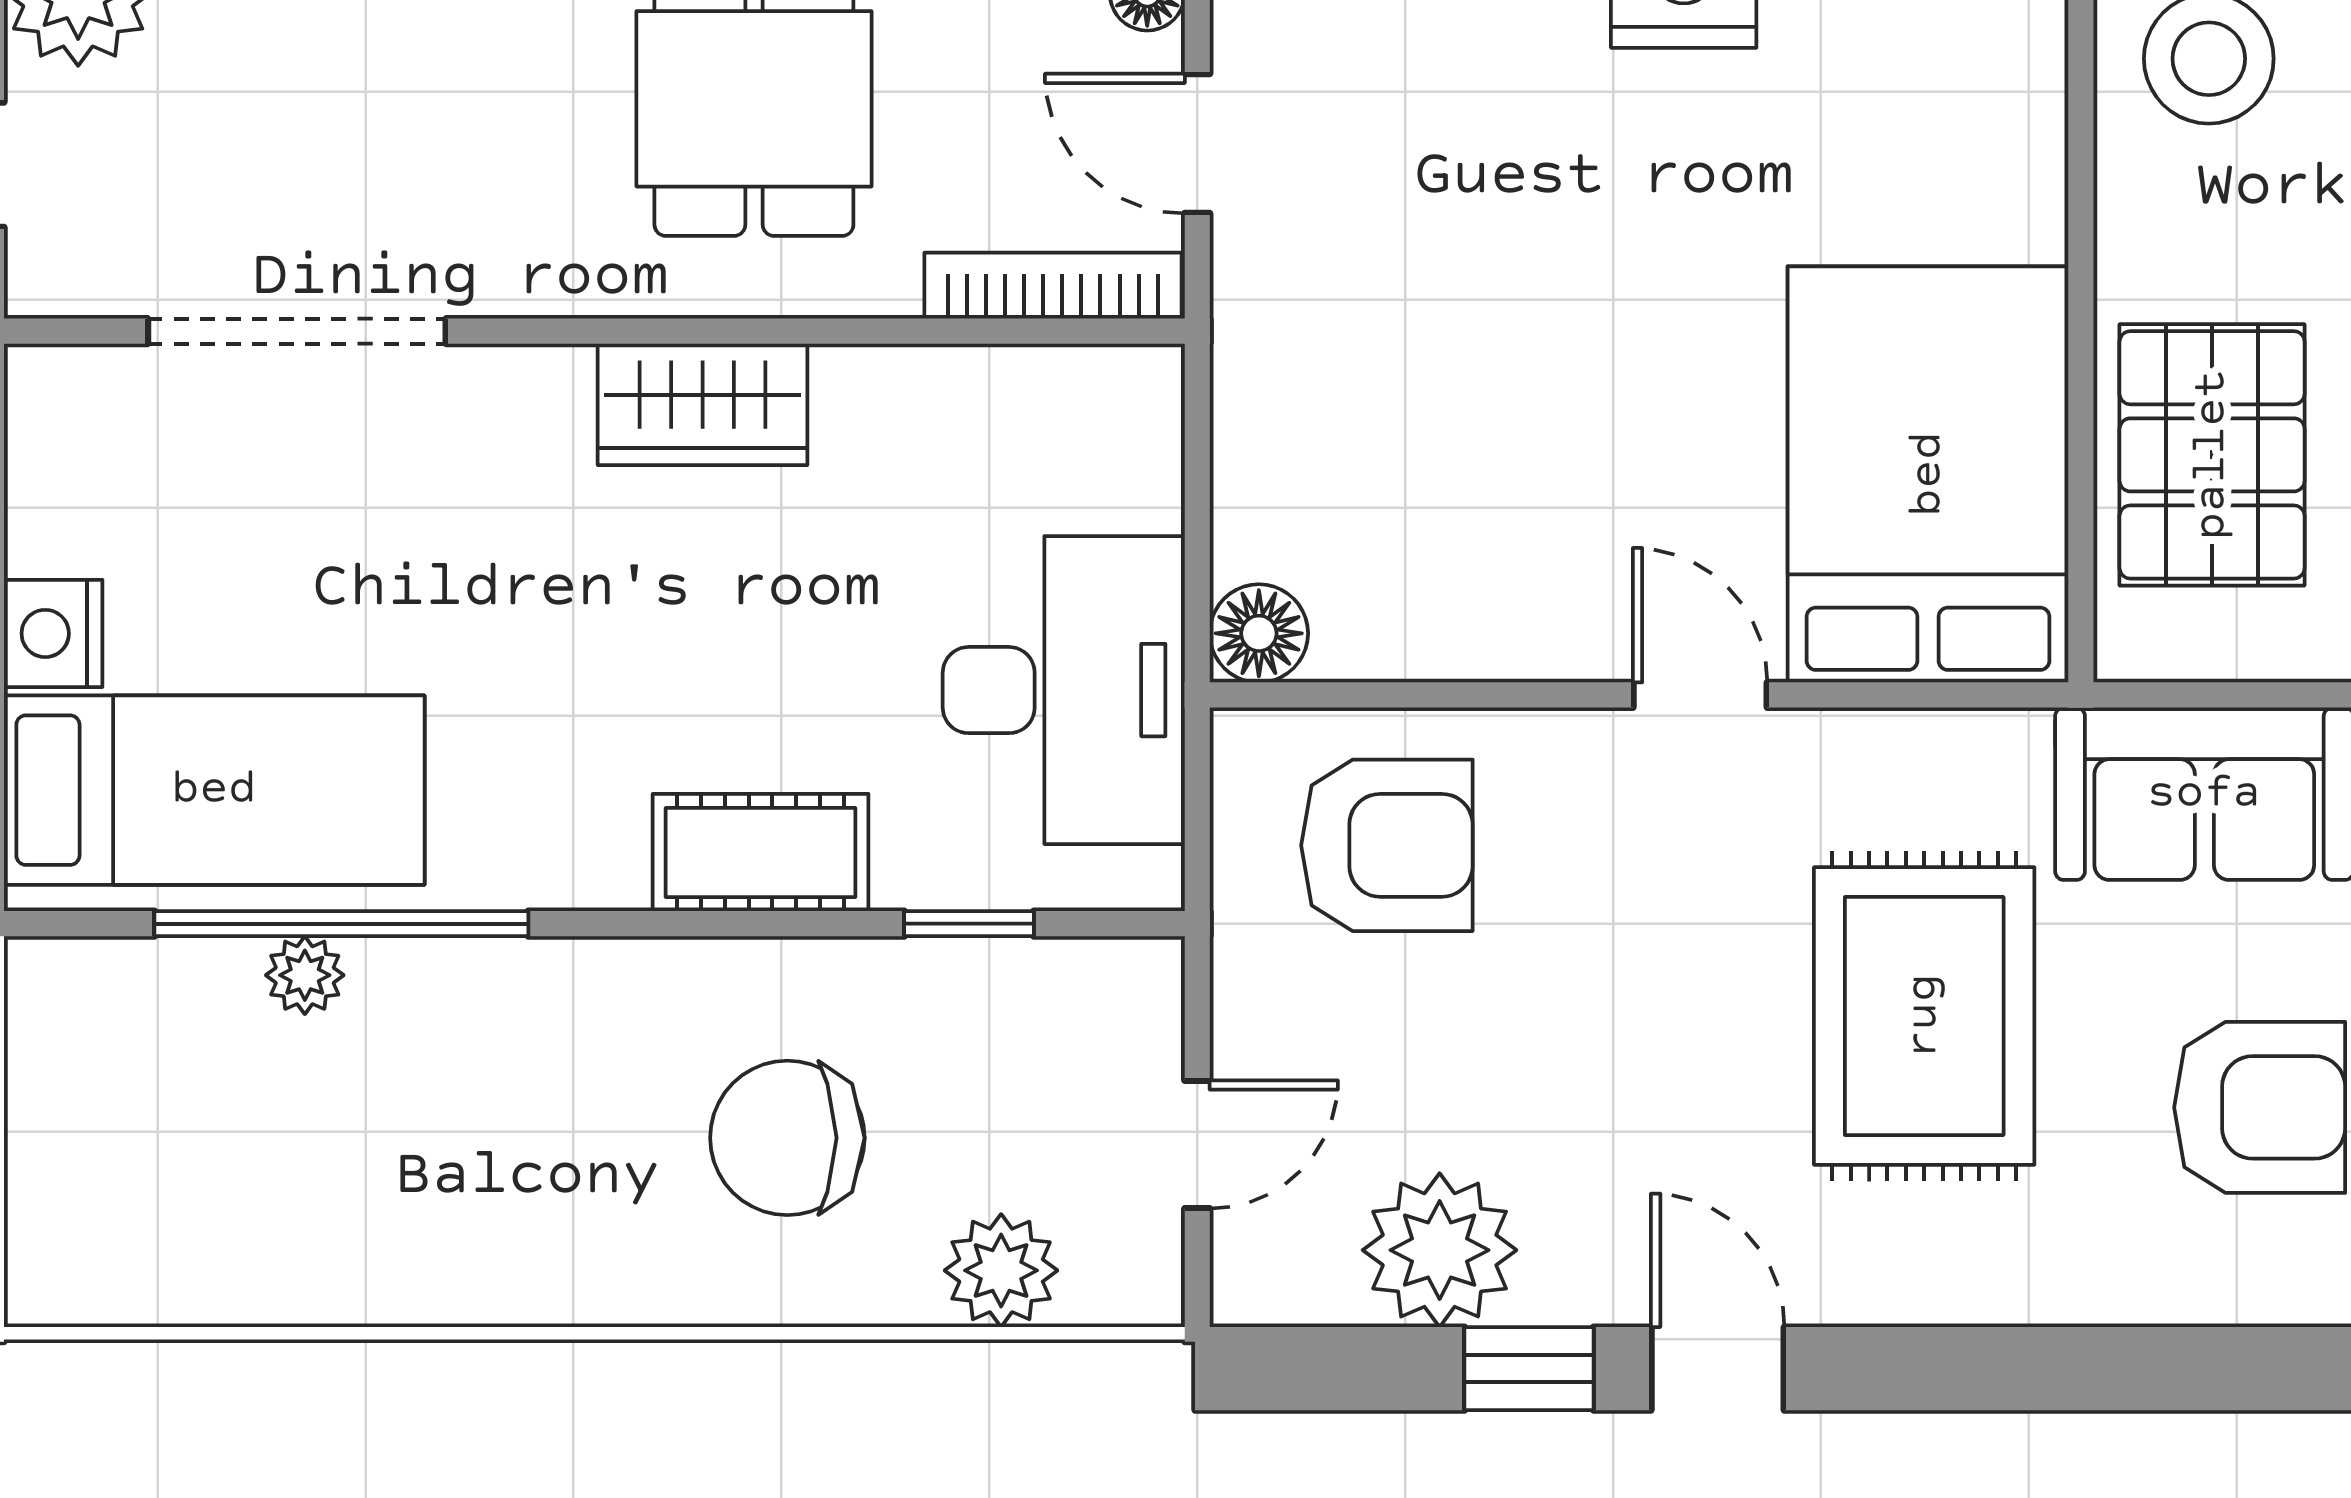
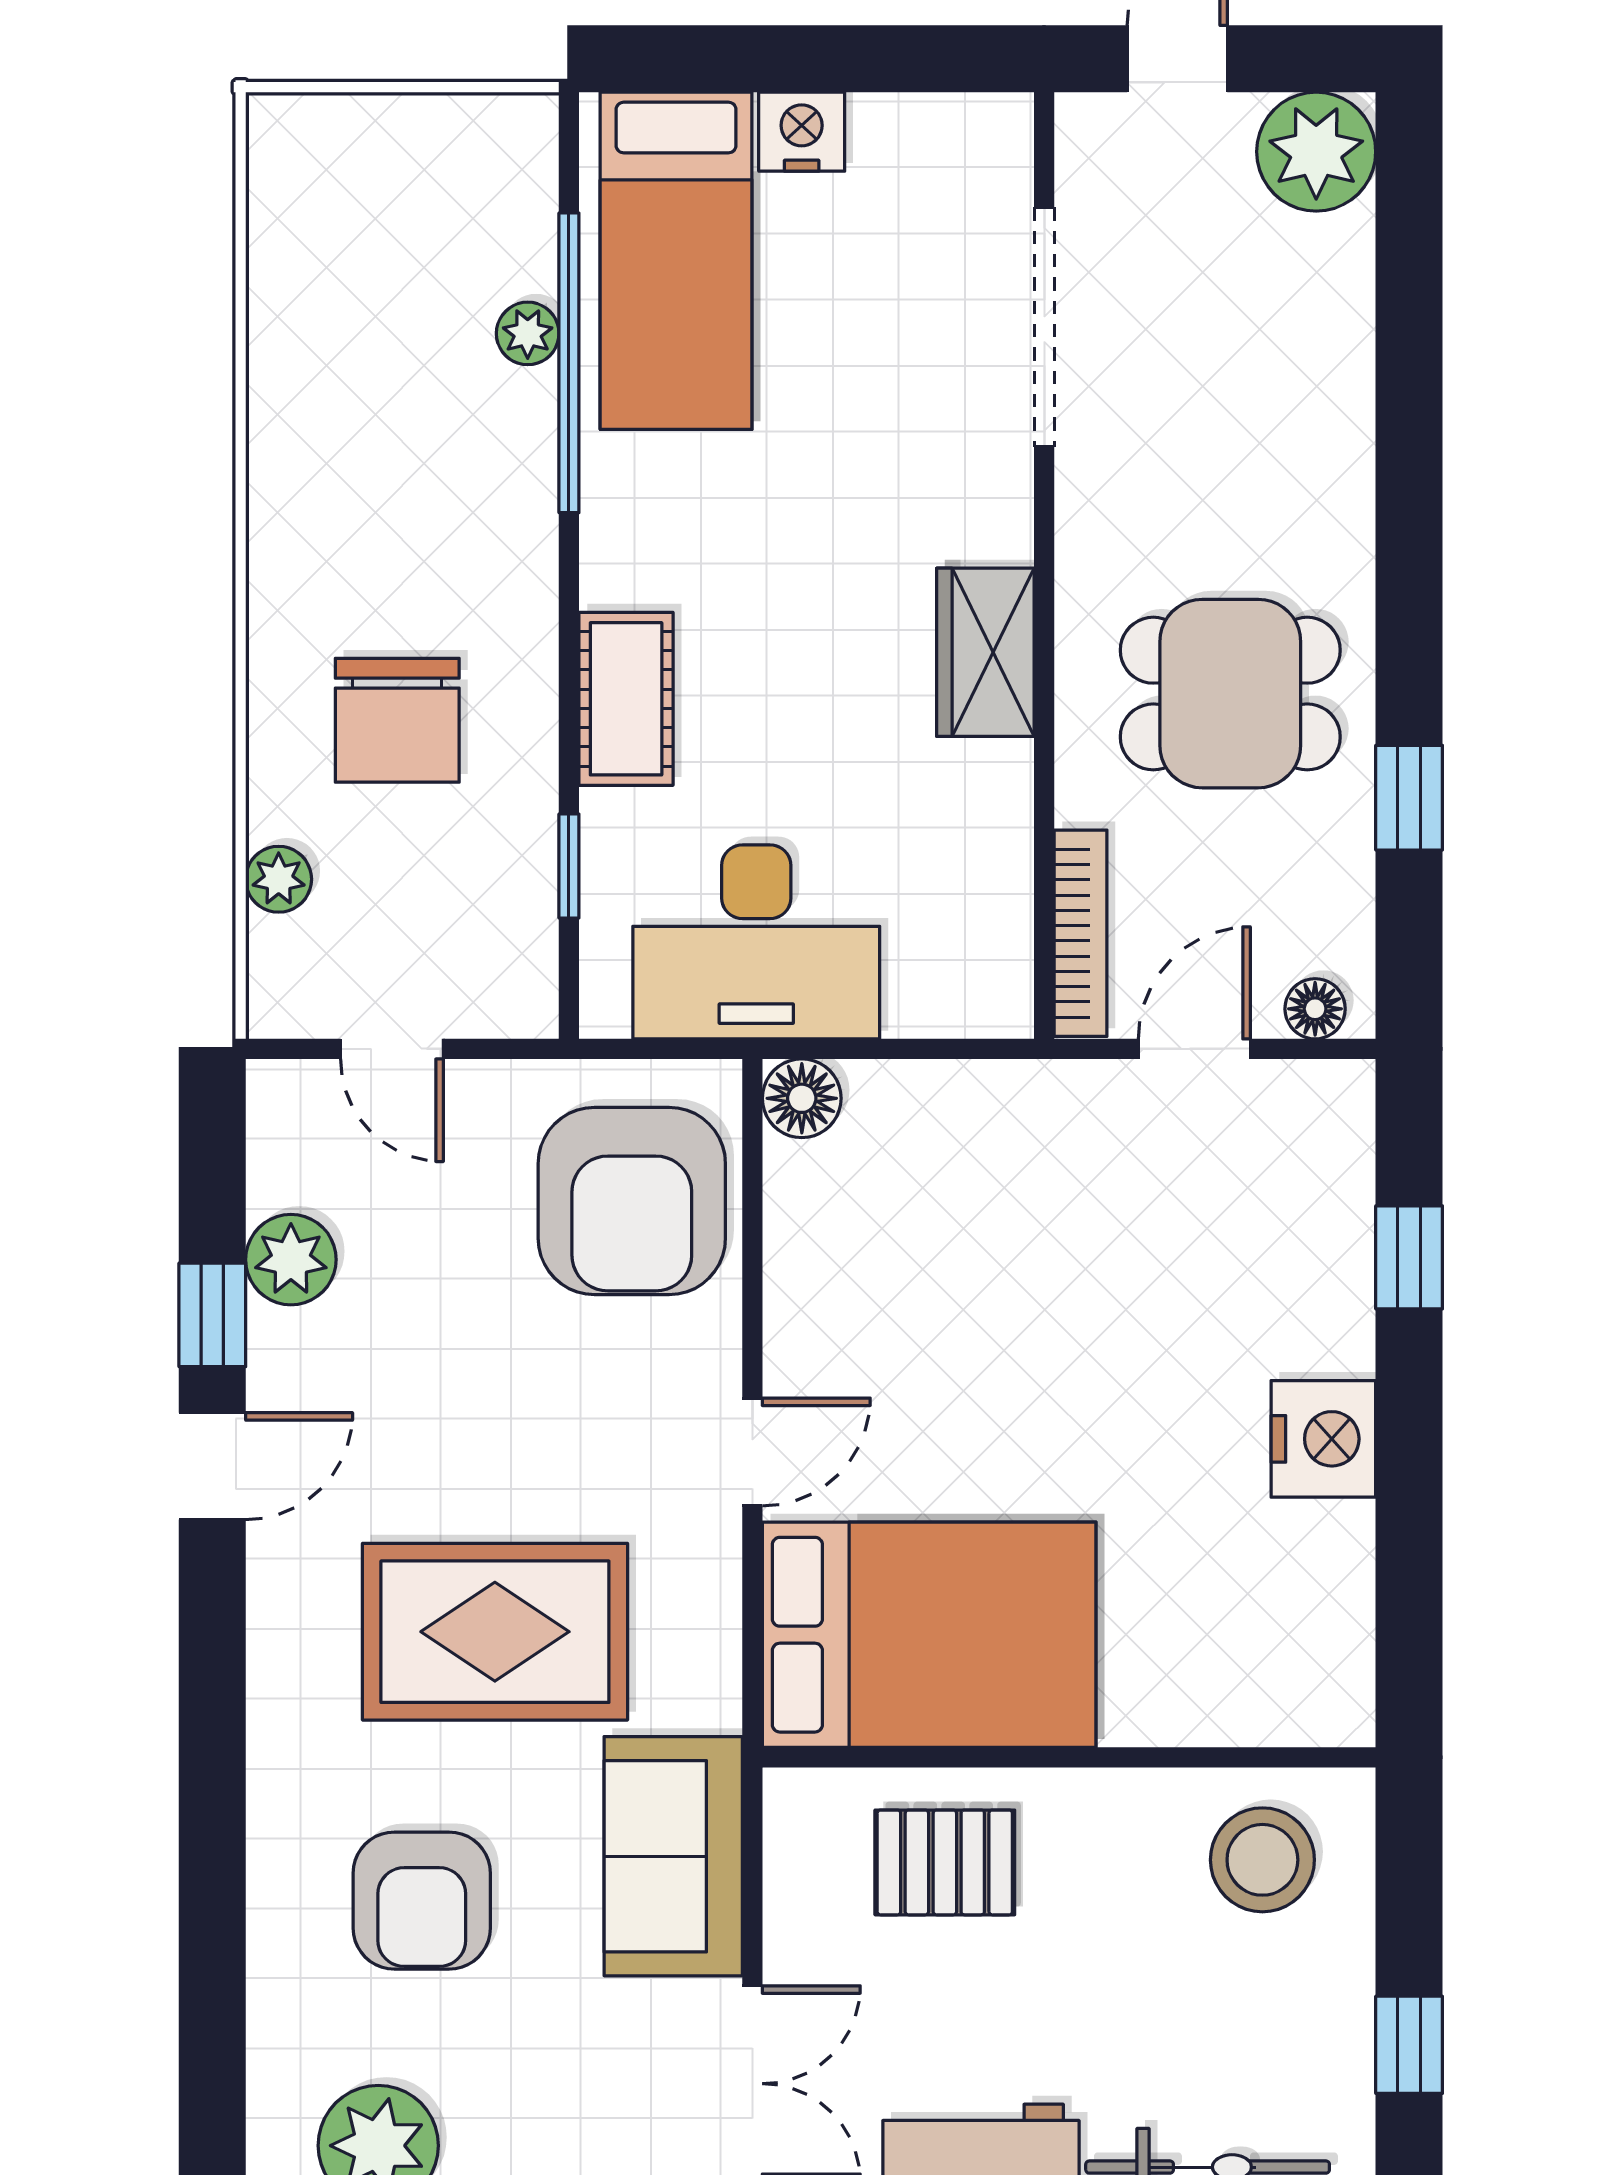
pallet: (2212, 455) -> (945, 1862), width x0.67, depth x0.71
armchair: (1387, 845) -> (632, 1201), width x1.36, depth x1.36
chair: (787, 1138) -> (397, 720), turned 180
plant: (1440, 1250) -> (291, 1260), width x0.73, depth x0.73
plant: (1001, 1270) -> (279, 879), width x0.73, depth x0.73

